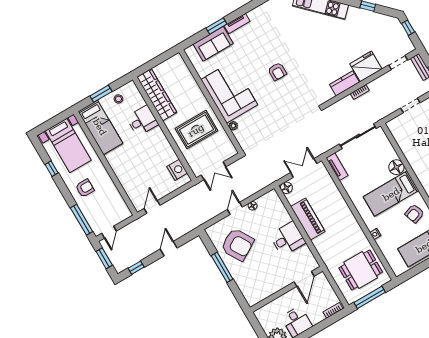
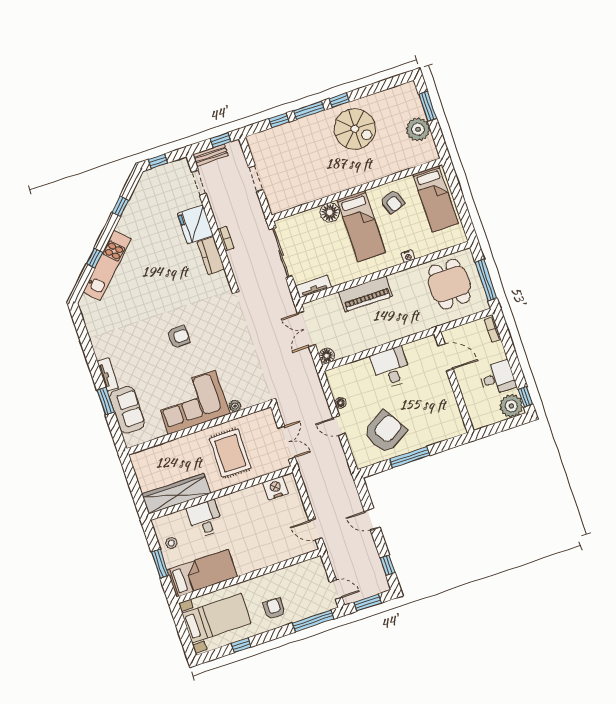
piano: (308, 219) -> (365, 294), moved, turned 180

